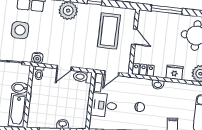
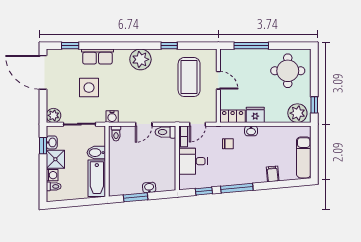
fridge: (174, 72) -> (255, 115), moved
chair: (140, 107) -> (228, 144), moved

